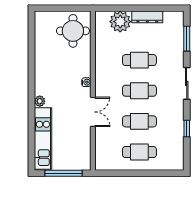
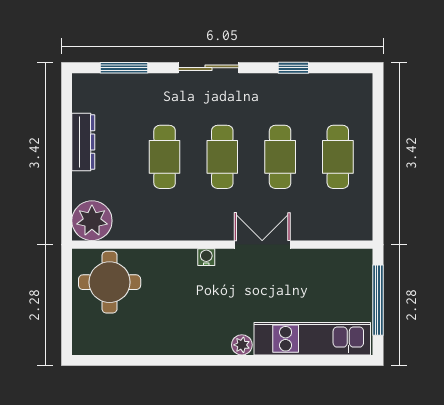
plant: (120, 22) -> (92, 221), moved

